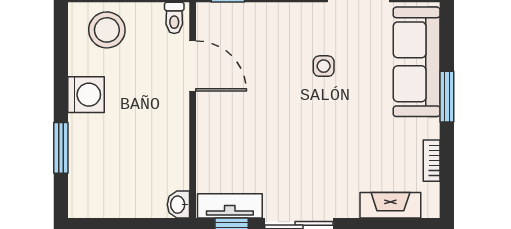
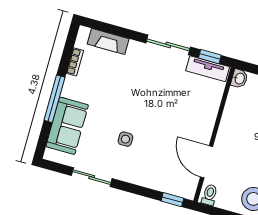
sofa: (417, 62) -> (67, 126), width x0.73
window: (447, 97) -> (54, 99), width x1.44

